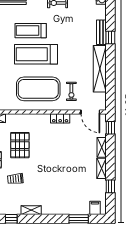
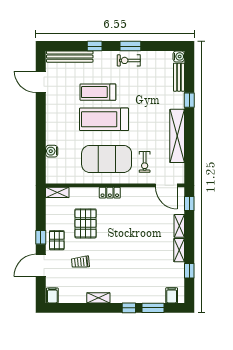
bench: (101, 32) -> (179, 77), moved
locker: (60, 118) -> (110, 193), moved
window: (11, 219) -> (129, 308), moved

